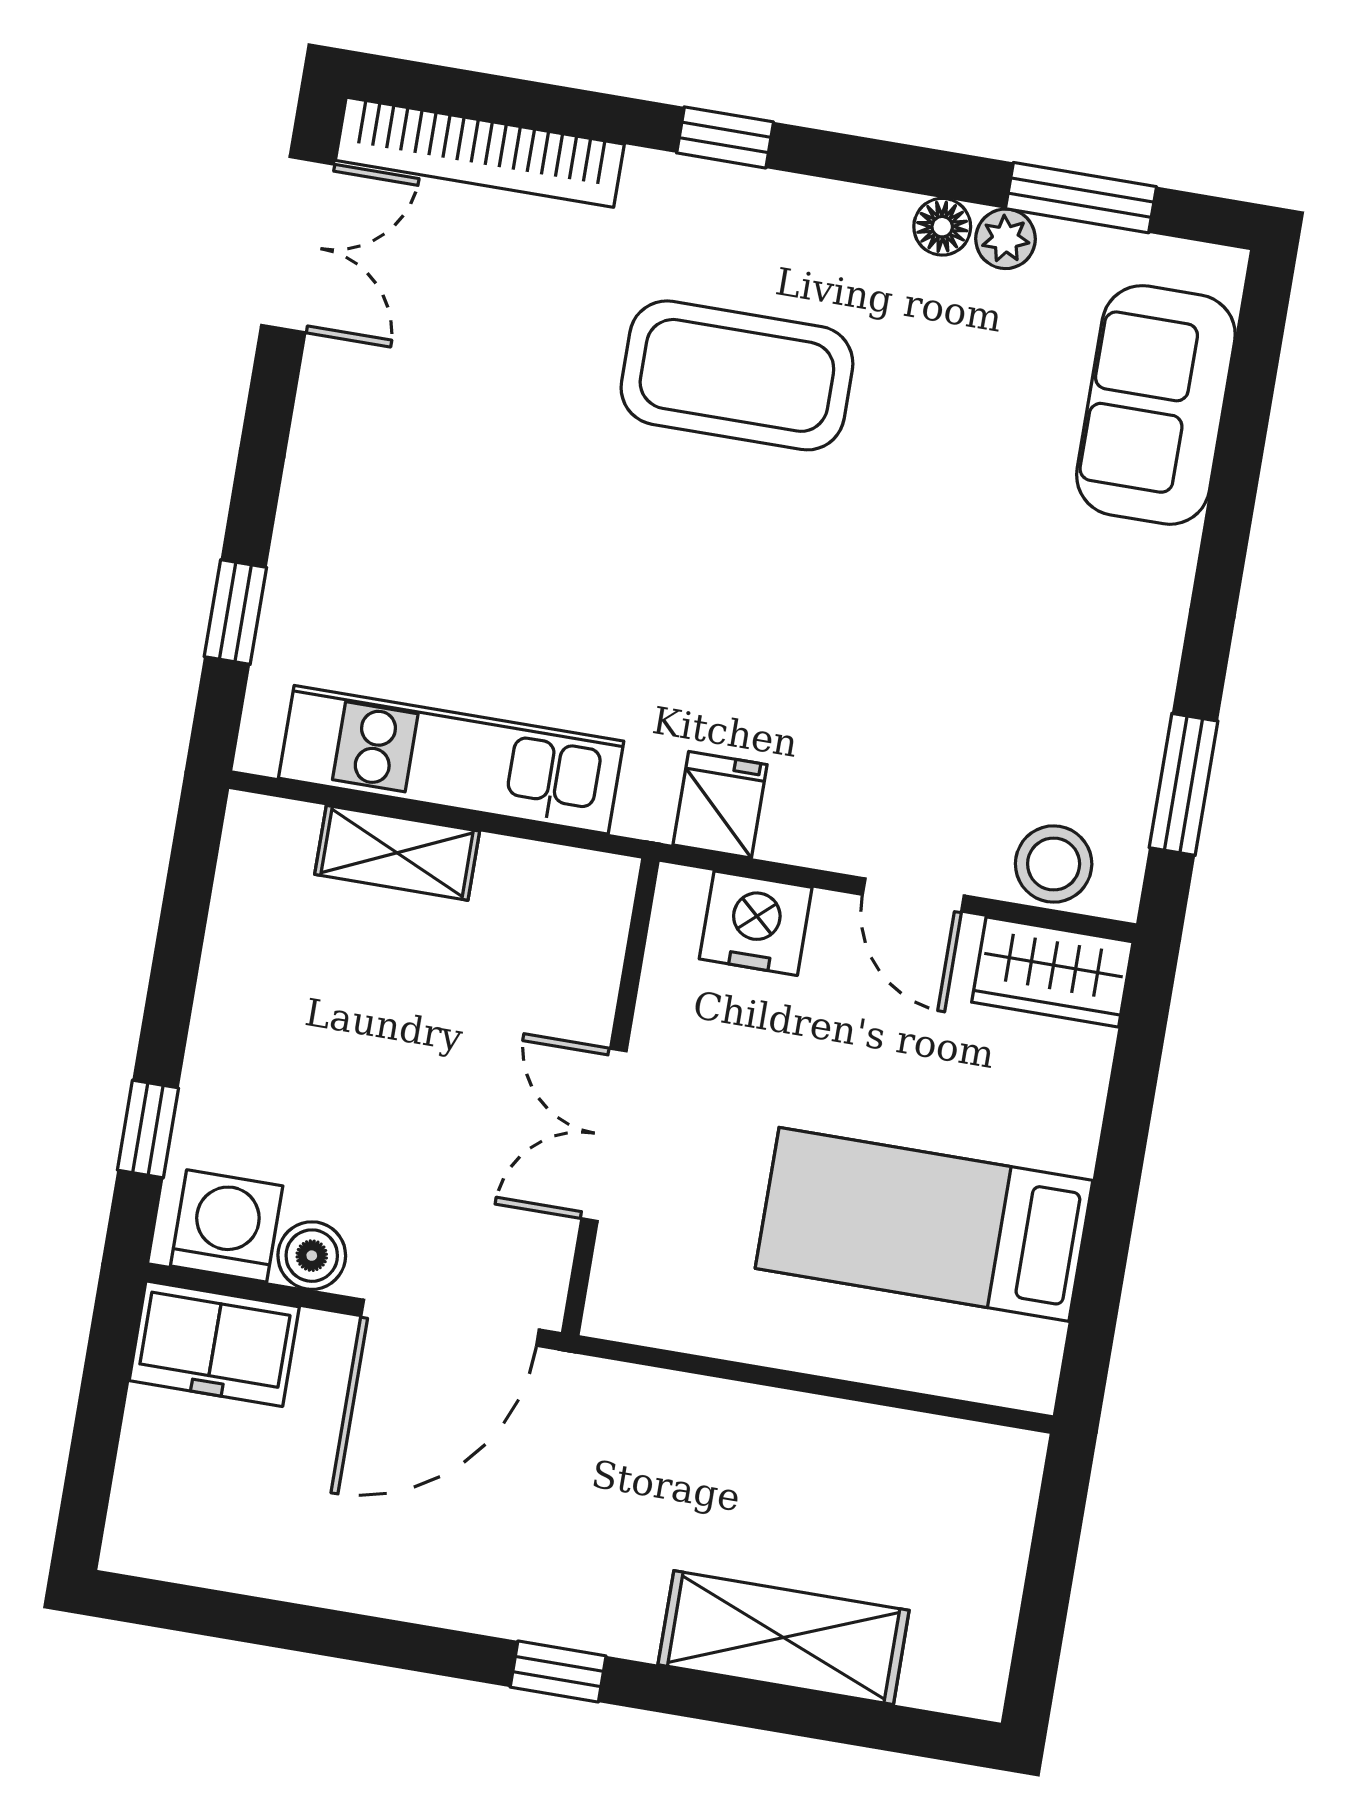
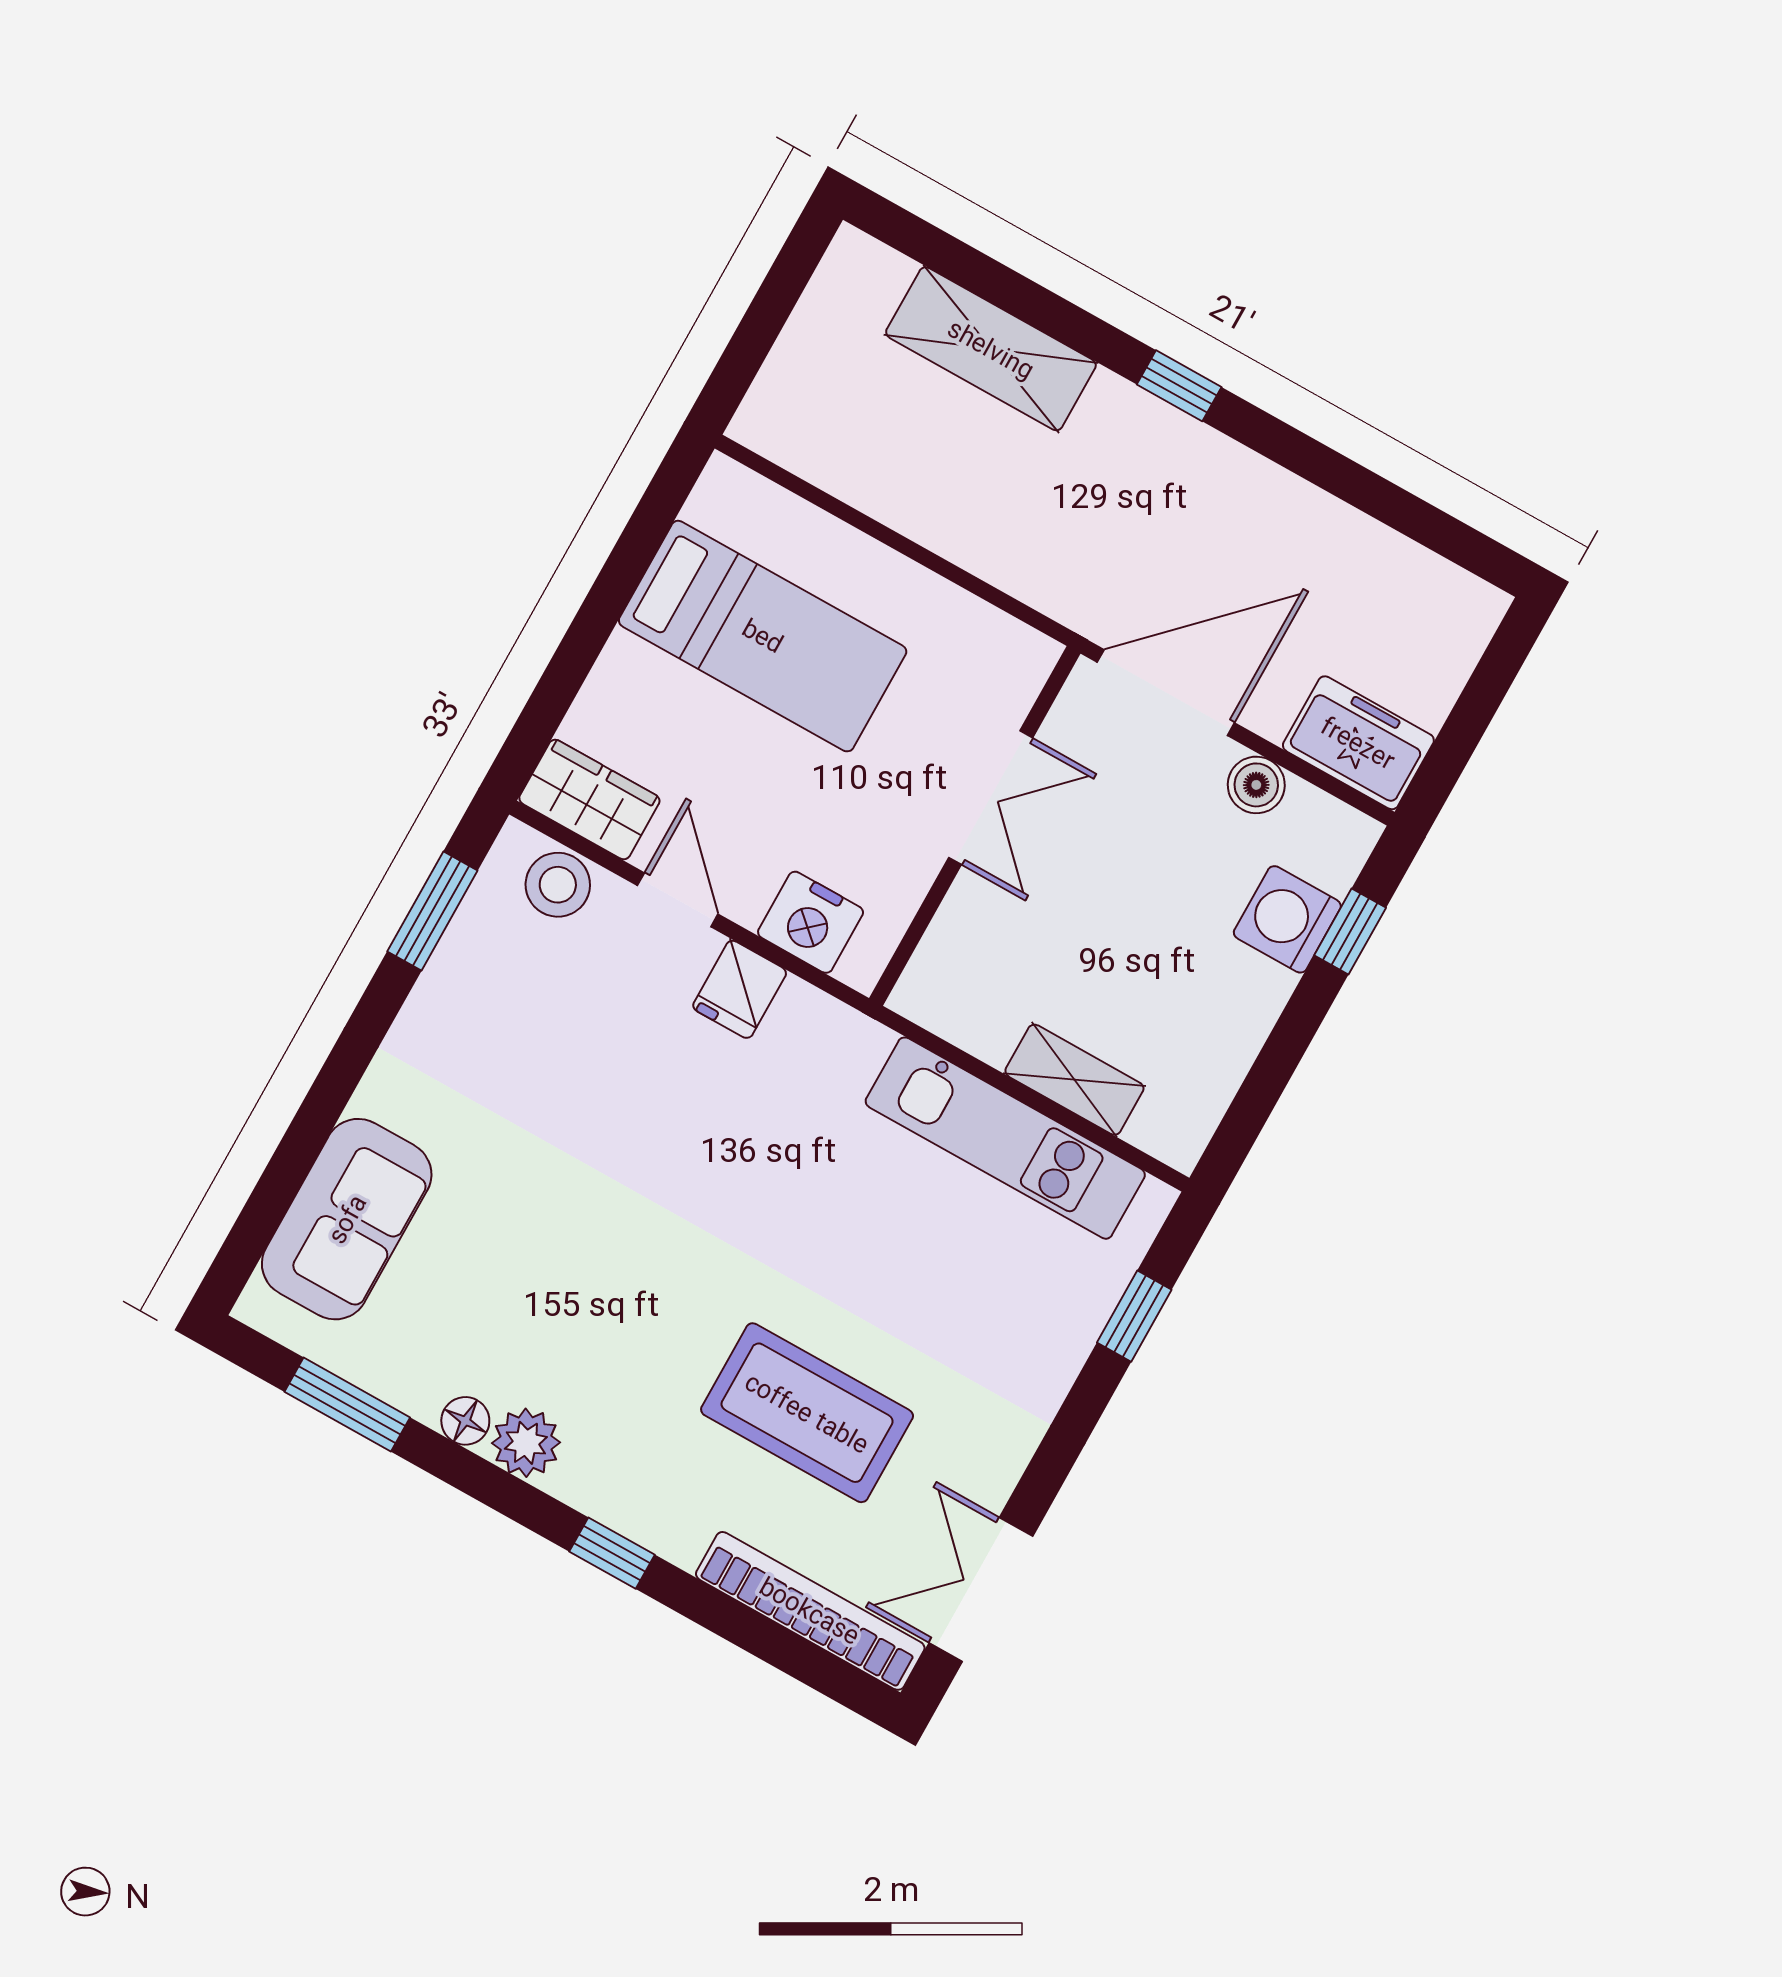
plant: (1006, 239) -> (526, 1443), moved, width x1.38, depth x1.38
coffee table: (737, 375) -> (807, 1413), moved
fridge: (720, 805) -> (740, 989), moved
washing machine: (227, 1226) -> (1287, 919), moved, turned 90

